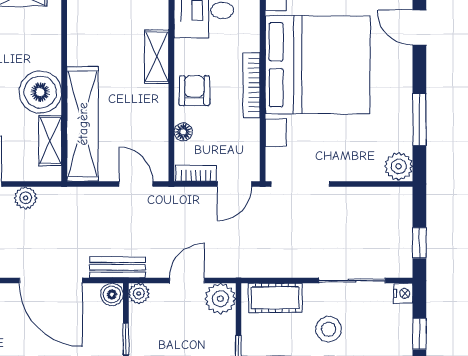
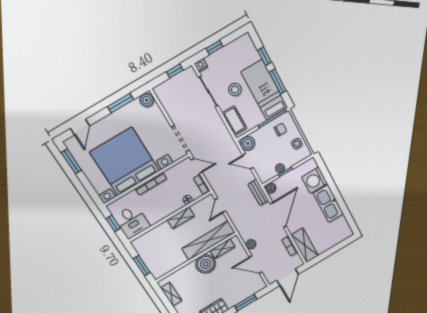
shelving: (157, 57) -> (181, 218), moved
armchair: (194, 91) -> (168, 205), removed
plant: (139, 294) -> (280, 168), moved

